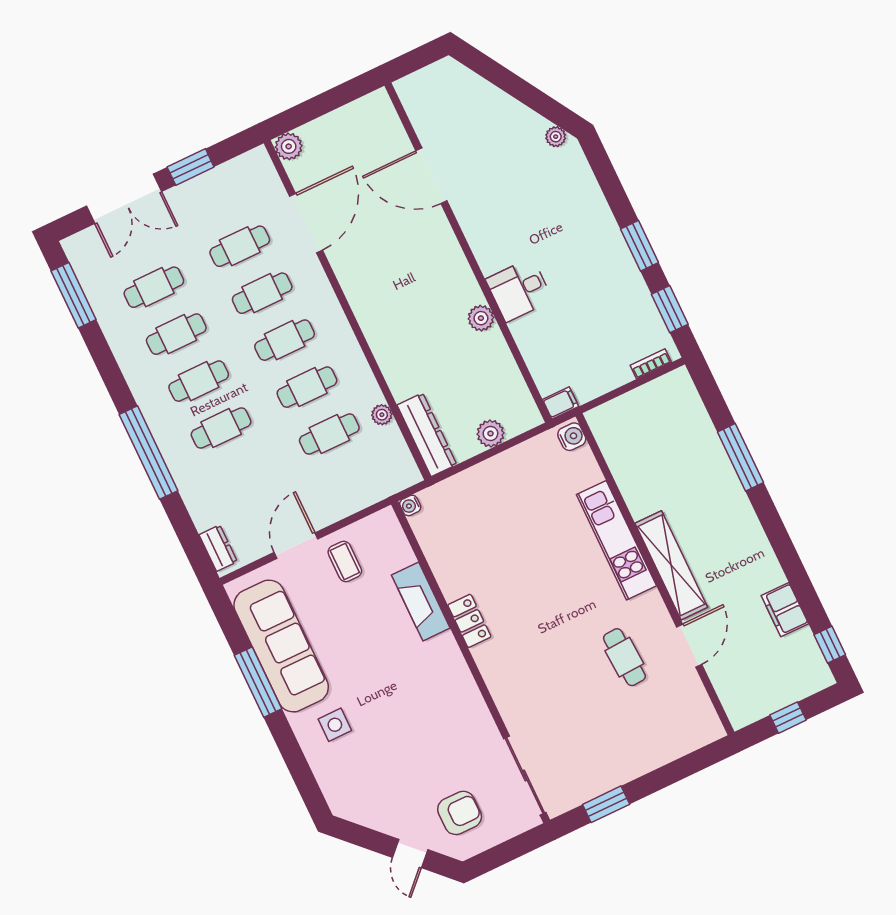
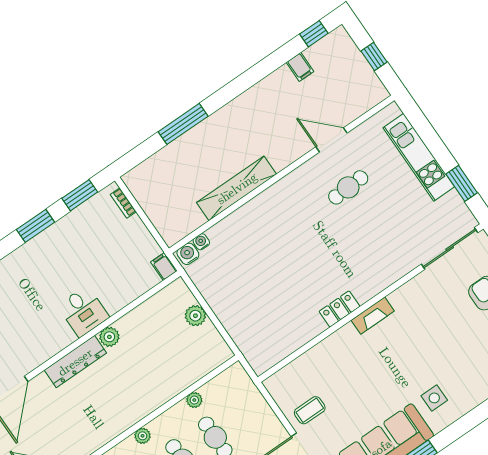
plant: (346, 340) -> (143, 436), added
dresser: (427, 435) -> (75, 362), moved, turned 180
water cooler: (410, 505) -> (201, 242), moved, turned 180
kitchen unit: (616, 540) -> (419, 157), moved, turned 90
shelving: (671, 565) -> (237, 188), moved
fireplace: (421, 601) -> (373, 316), moved, width x0.73, depth x0.76
filing cabinet: (785, 610) -> (300, 67), width x0.50

